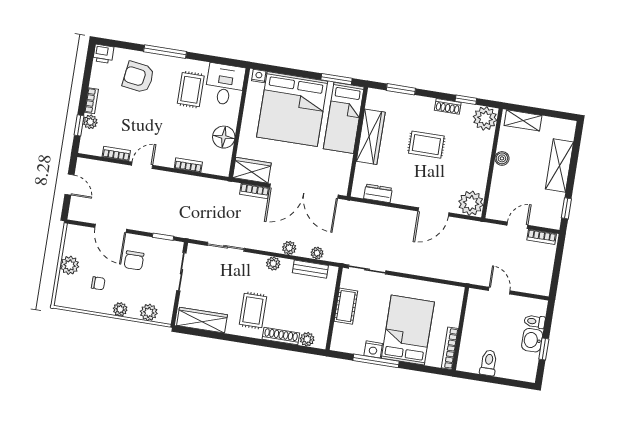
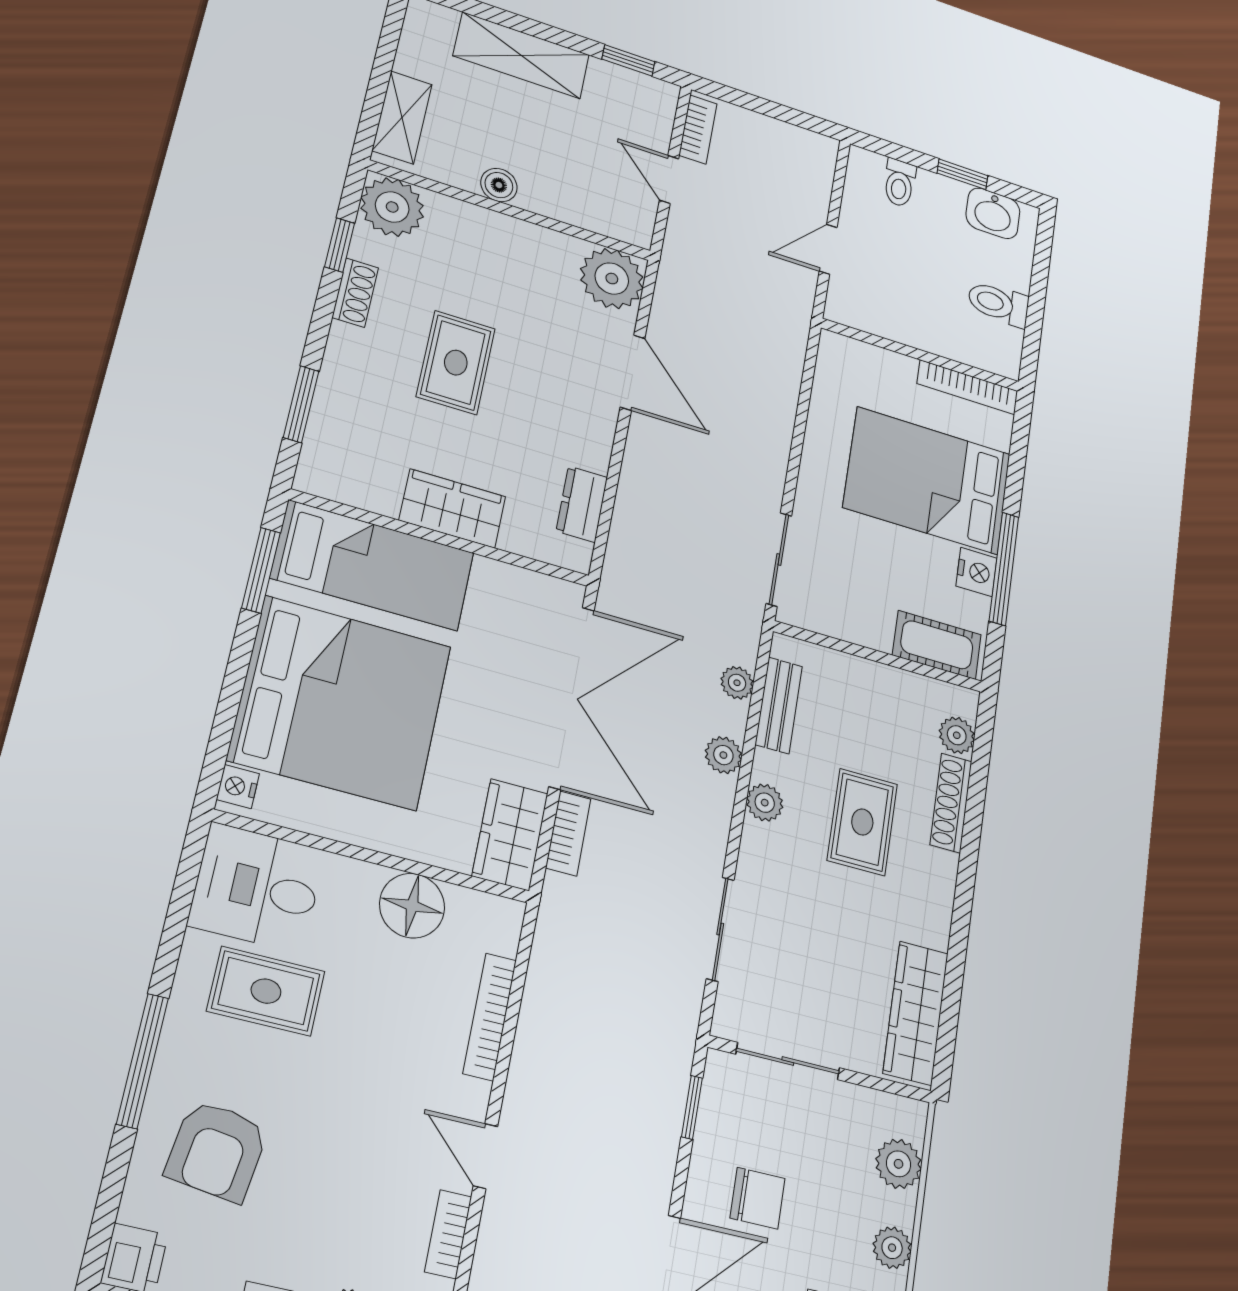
wardrobe: (371, 137) -> (452, 508), width x0.67
bookcase: (188, 165) -> (490, 1017), width x1.56
cot: (346, 306) -> (937, 645), moved
rug: (253, 310) -> (862, 822), moved, turned 90
washbasin: (532, 340) -> (993, 213), moved

